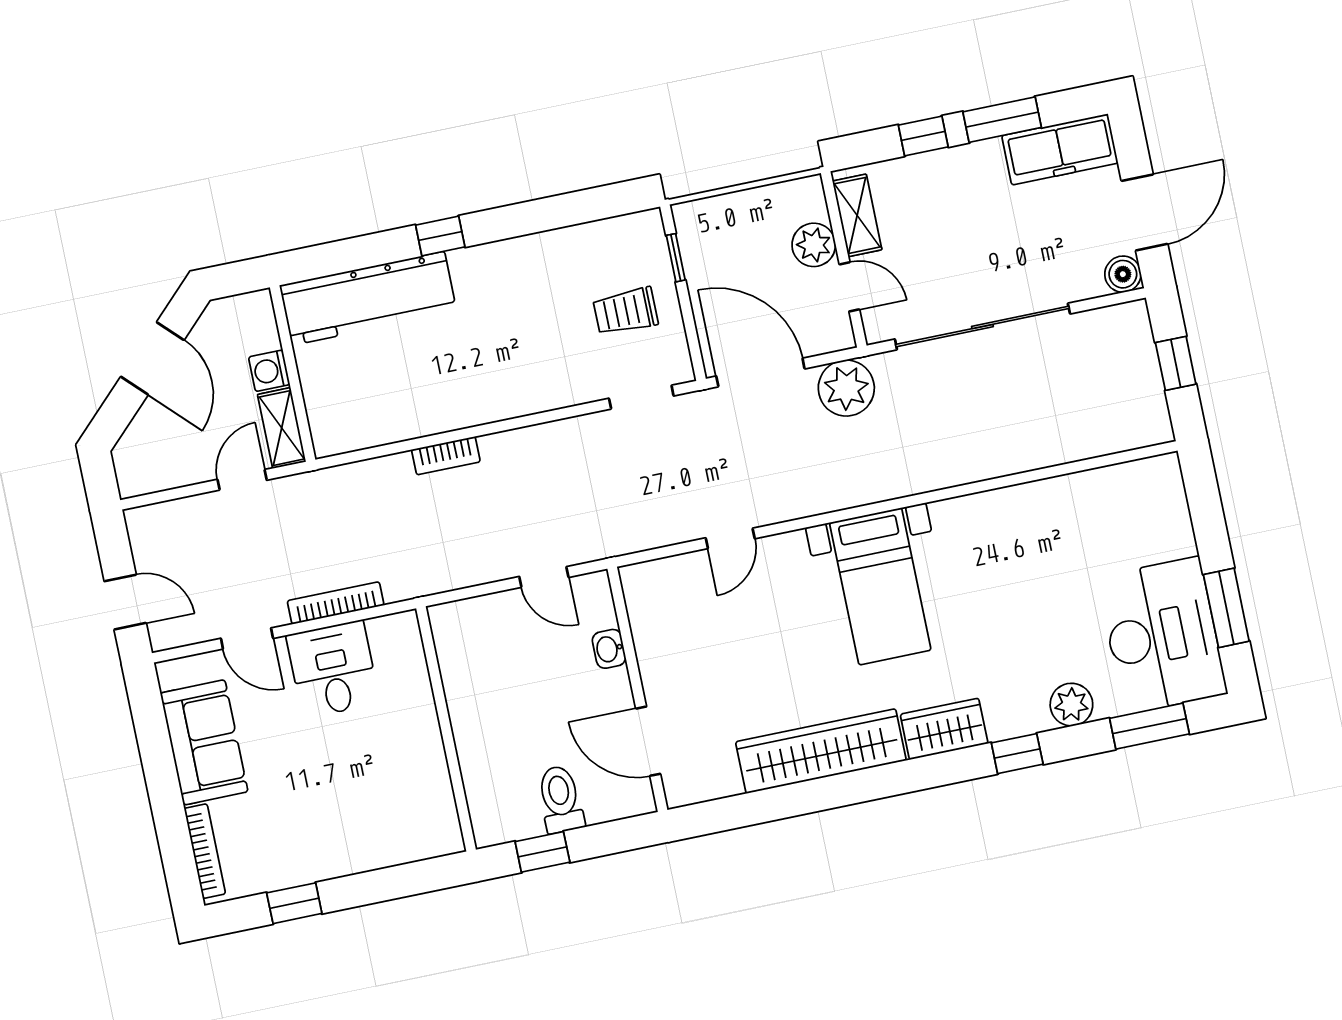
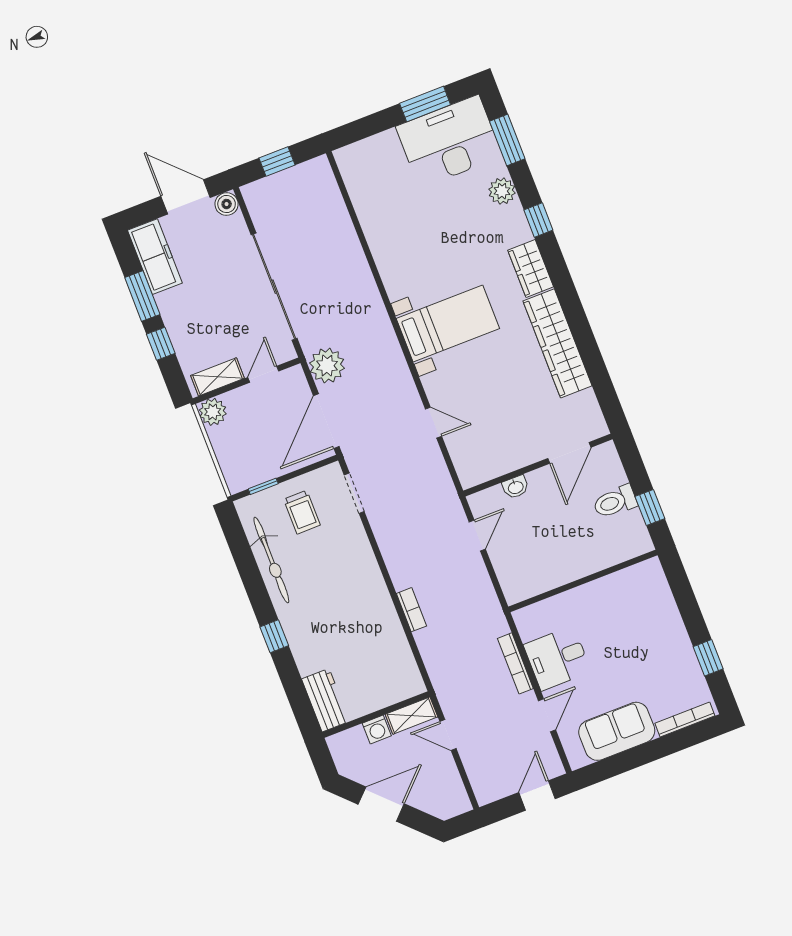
plant: (814, 245) -> (213, 412), moved
bicycle: (559, 251) -> (271, 560), added
workbench: (368, 298) -> (326, 700), width x0.53, depth x0.76

